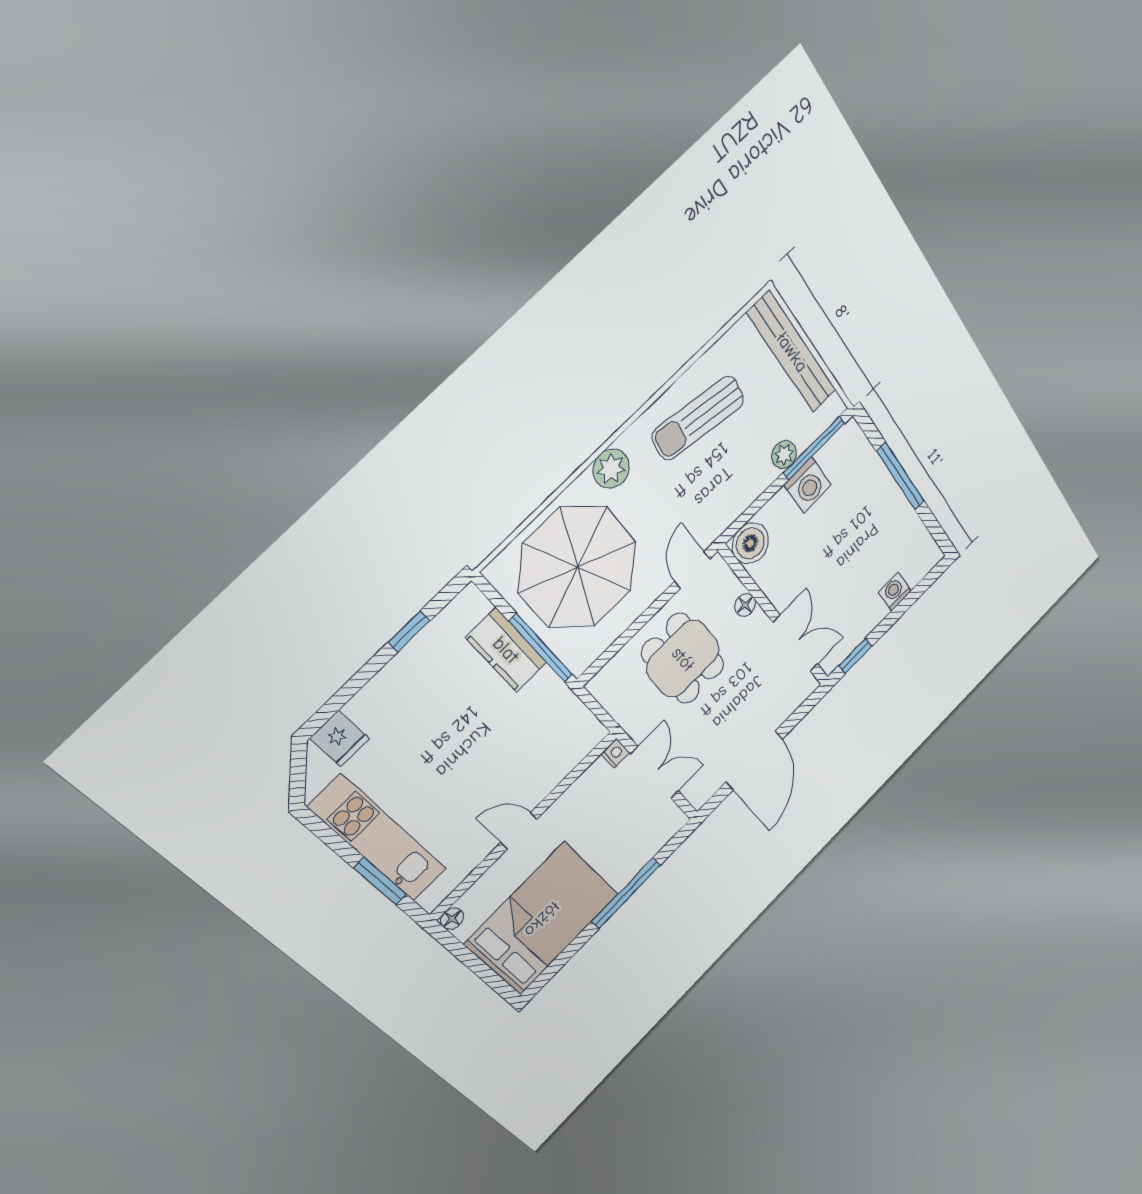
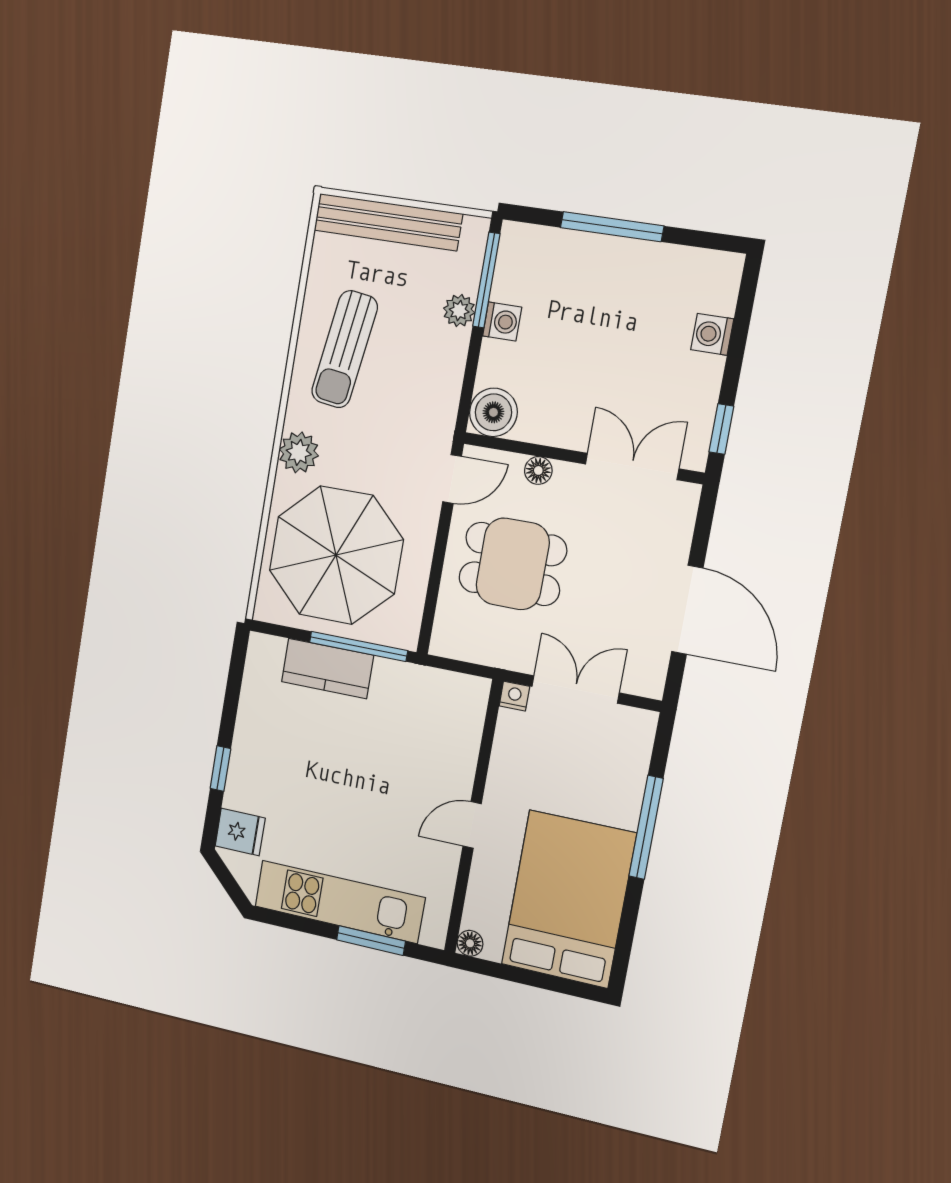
washing machine: (808, 485) -> (502, 322), width x0.73, depth x0.73
door: (692, 570) -> (452, 479), swing flipped
window: (409, 631) -> (220, 769), moved

